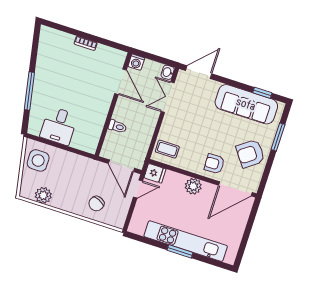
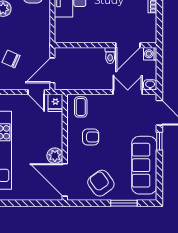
window: (262, 93) -> (159, 141), moved
toilet: (117, 126) -> (110, 55), moved
armchair: (214, 164) -> (91, 137), moved, turned 92
plant: (193, 186) -> (55, 156), moved

